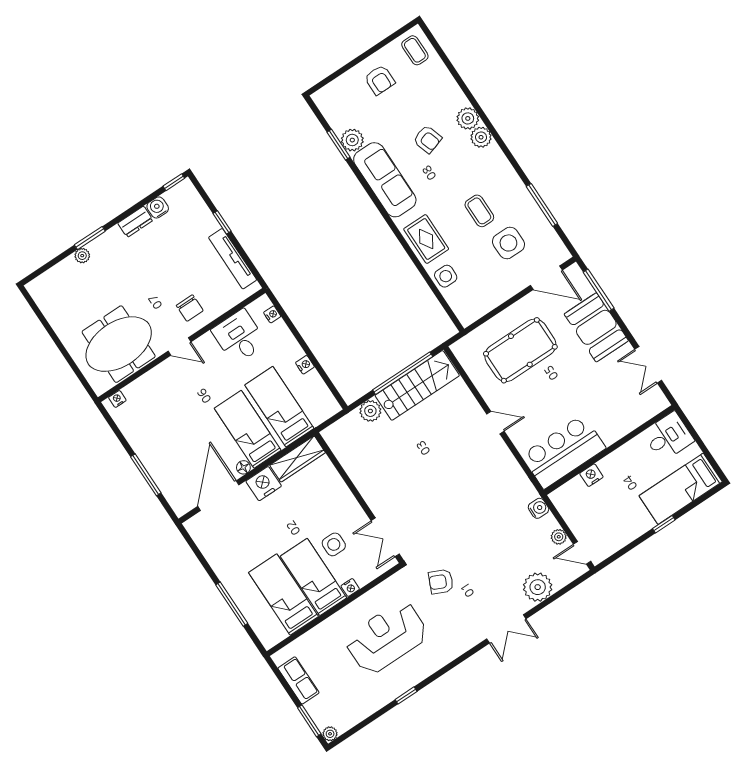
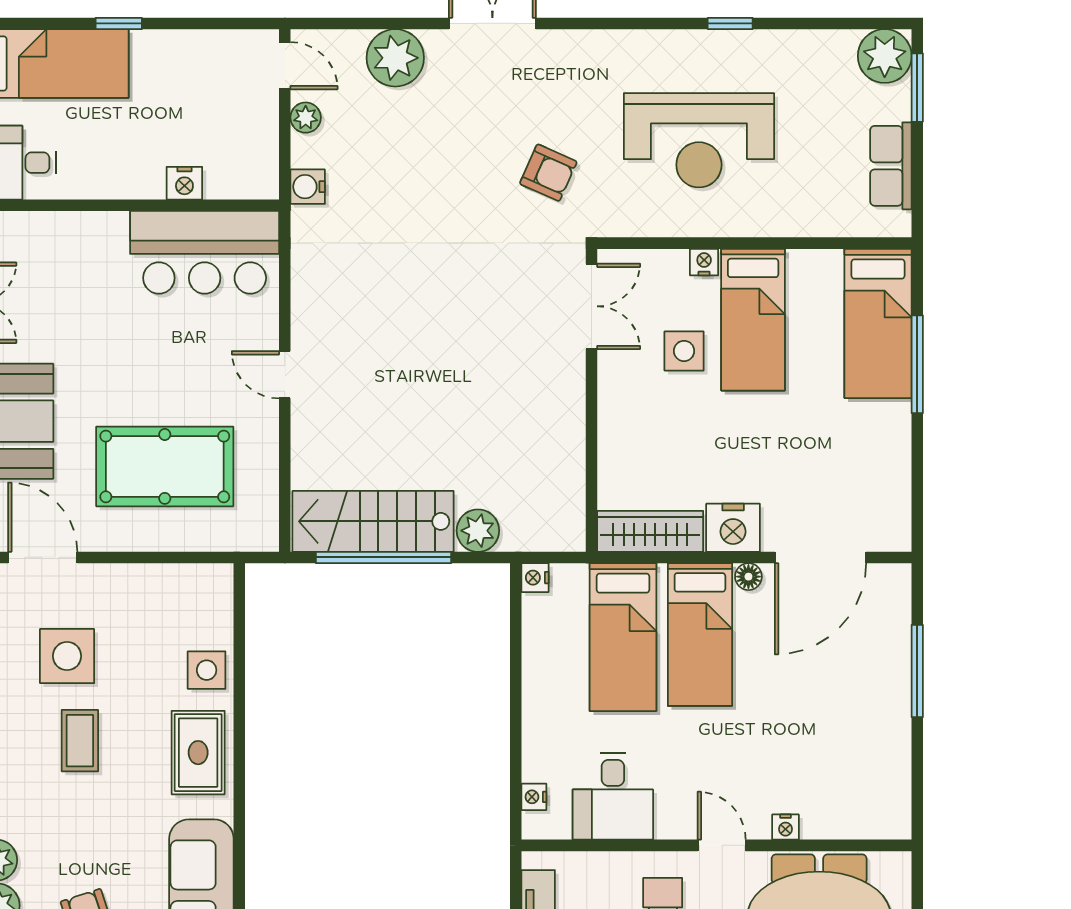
nightstand: (305, 365) -> (535, 578), moved
nightstand: (117, 399) -> (785, 827), moved
bed: (283, 595) -> (878, 323), moved
plant: (330, 734) -> (885, 56), width x1.88, depth x1.88

